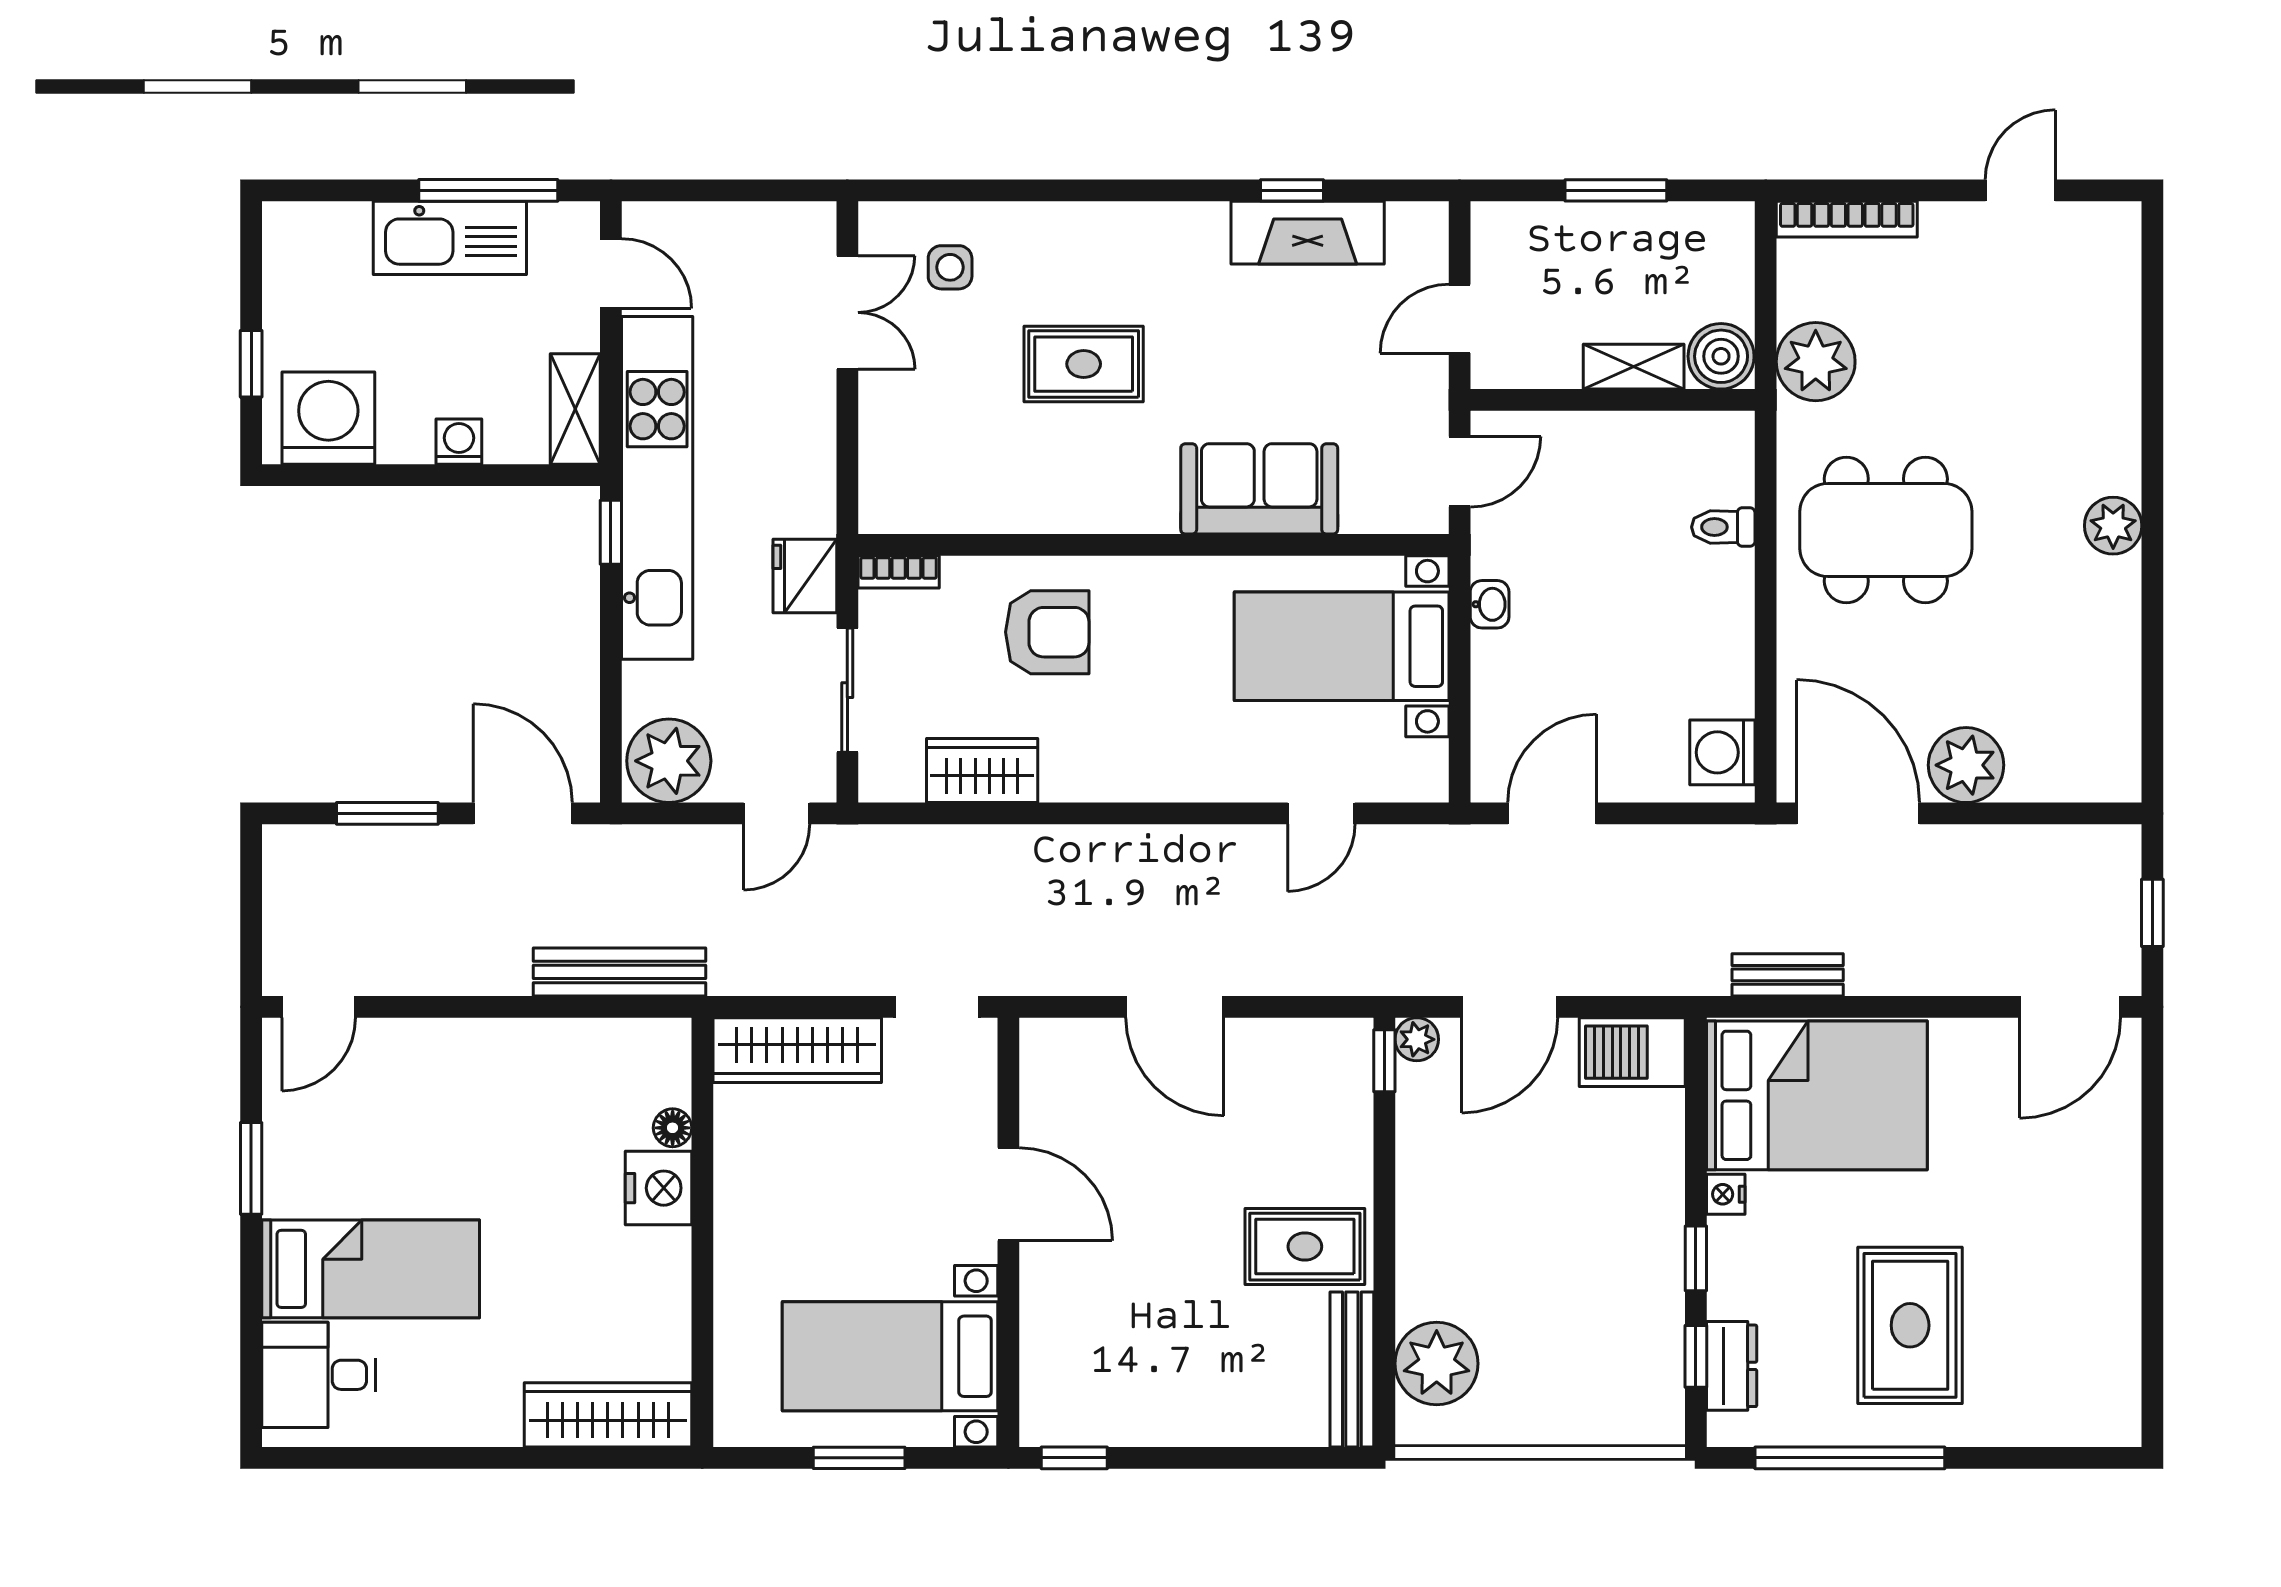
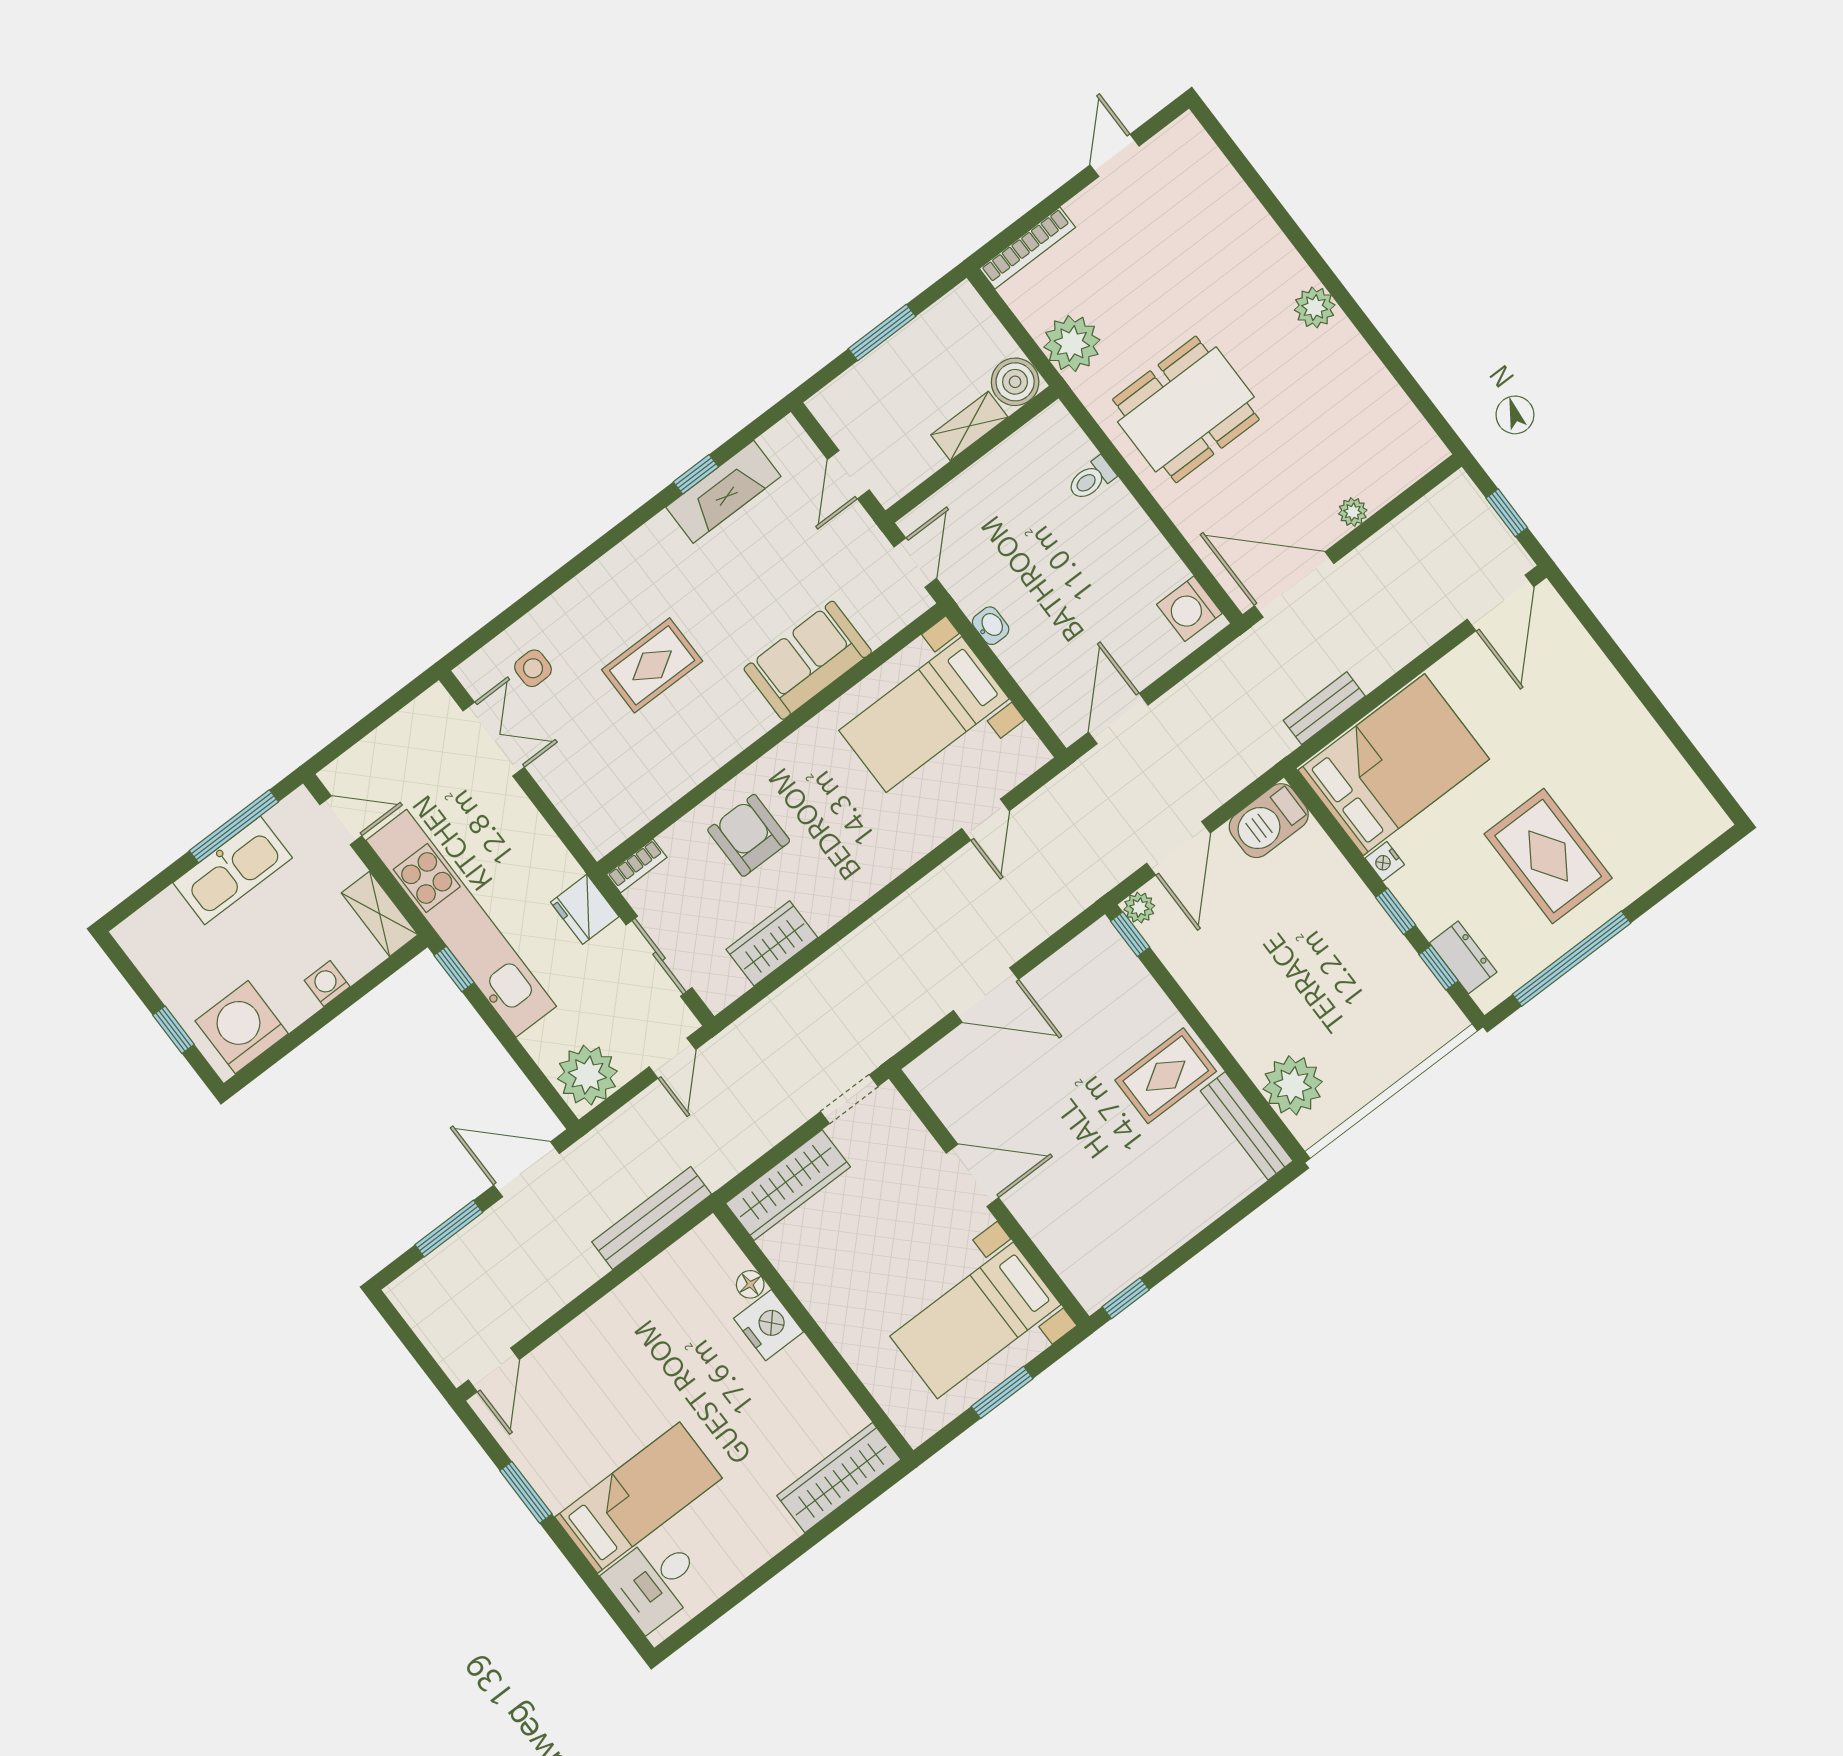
armchair: (1047, 632) -> (749, 835), turned -90
plant: (1966, 765) -> (1353, 512), width x0.53, depth x0.53

